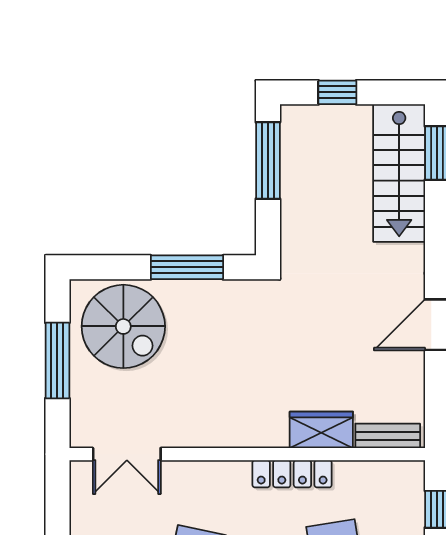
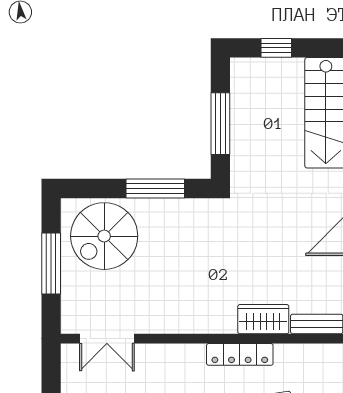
window: (268, 160) -> (220, 124), moved
spiral stairs: (123, 326) -> (104, 236), turned 90

